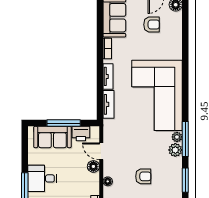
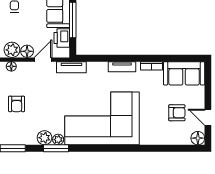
armchair: (152, 25) -> (177, 113), turned -90
tv unit: (108, 104) -> (71, 67), moved
window: (185, 139) -> (56, 148), width x0.69
plant: (92, 181) -> (12, 50), added

